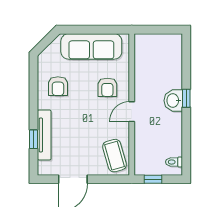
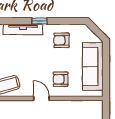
window: (34, 139) -> (39, 21), moved

